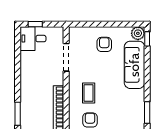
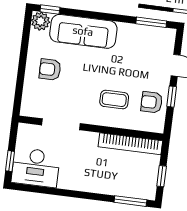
desk: (33, 39) -> (36, 168), width x1.37

